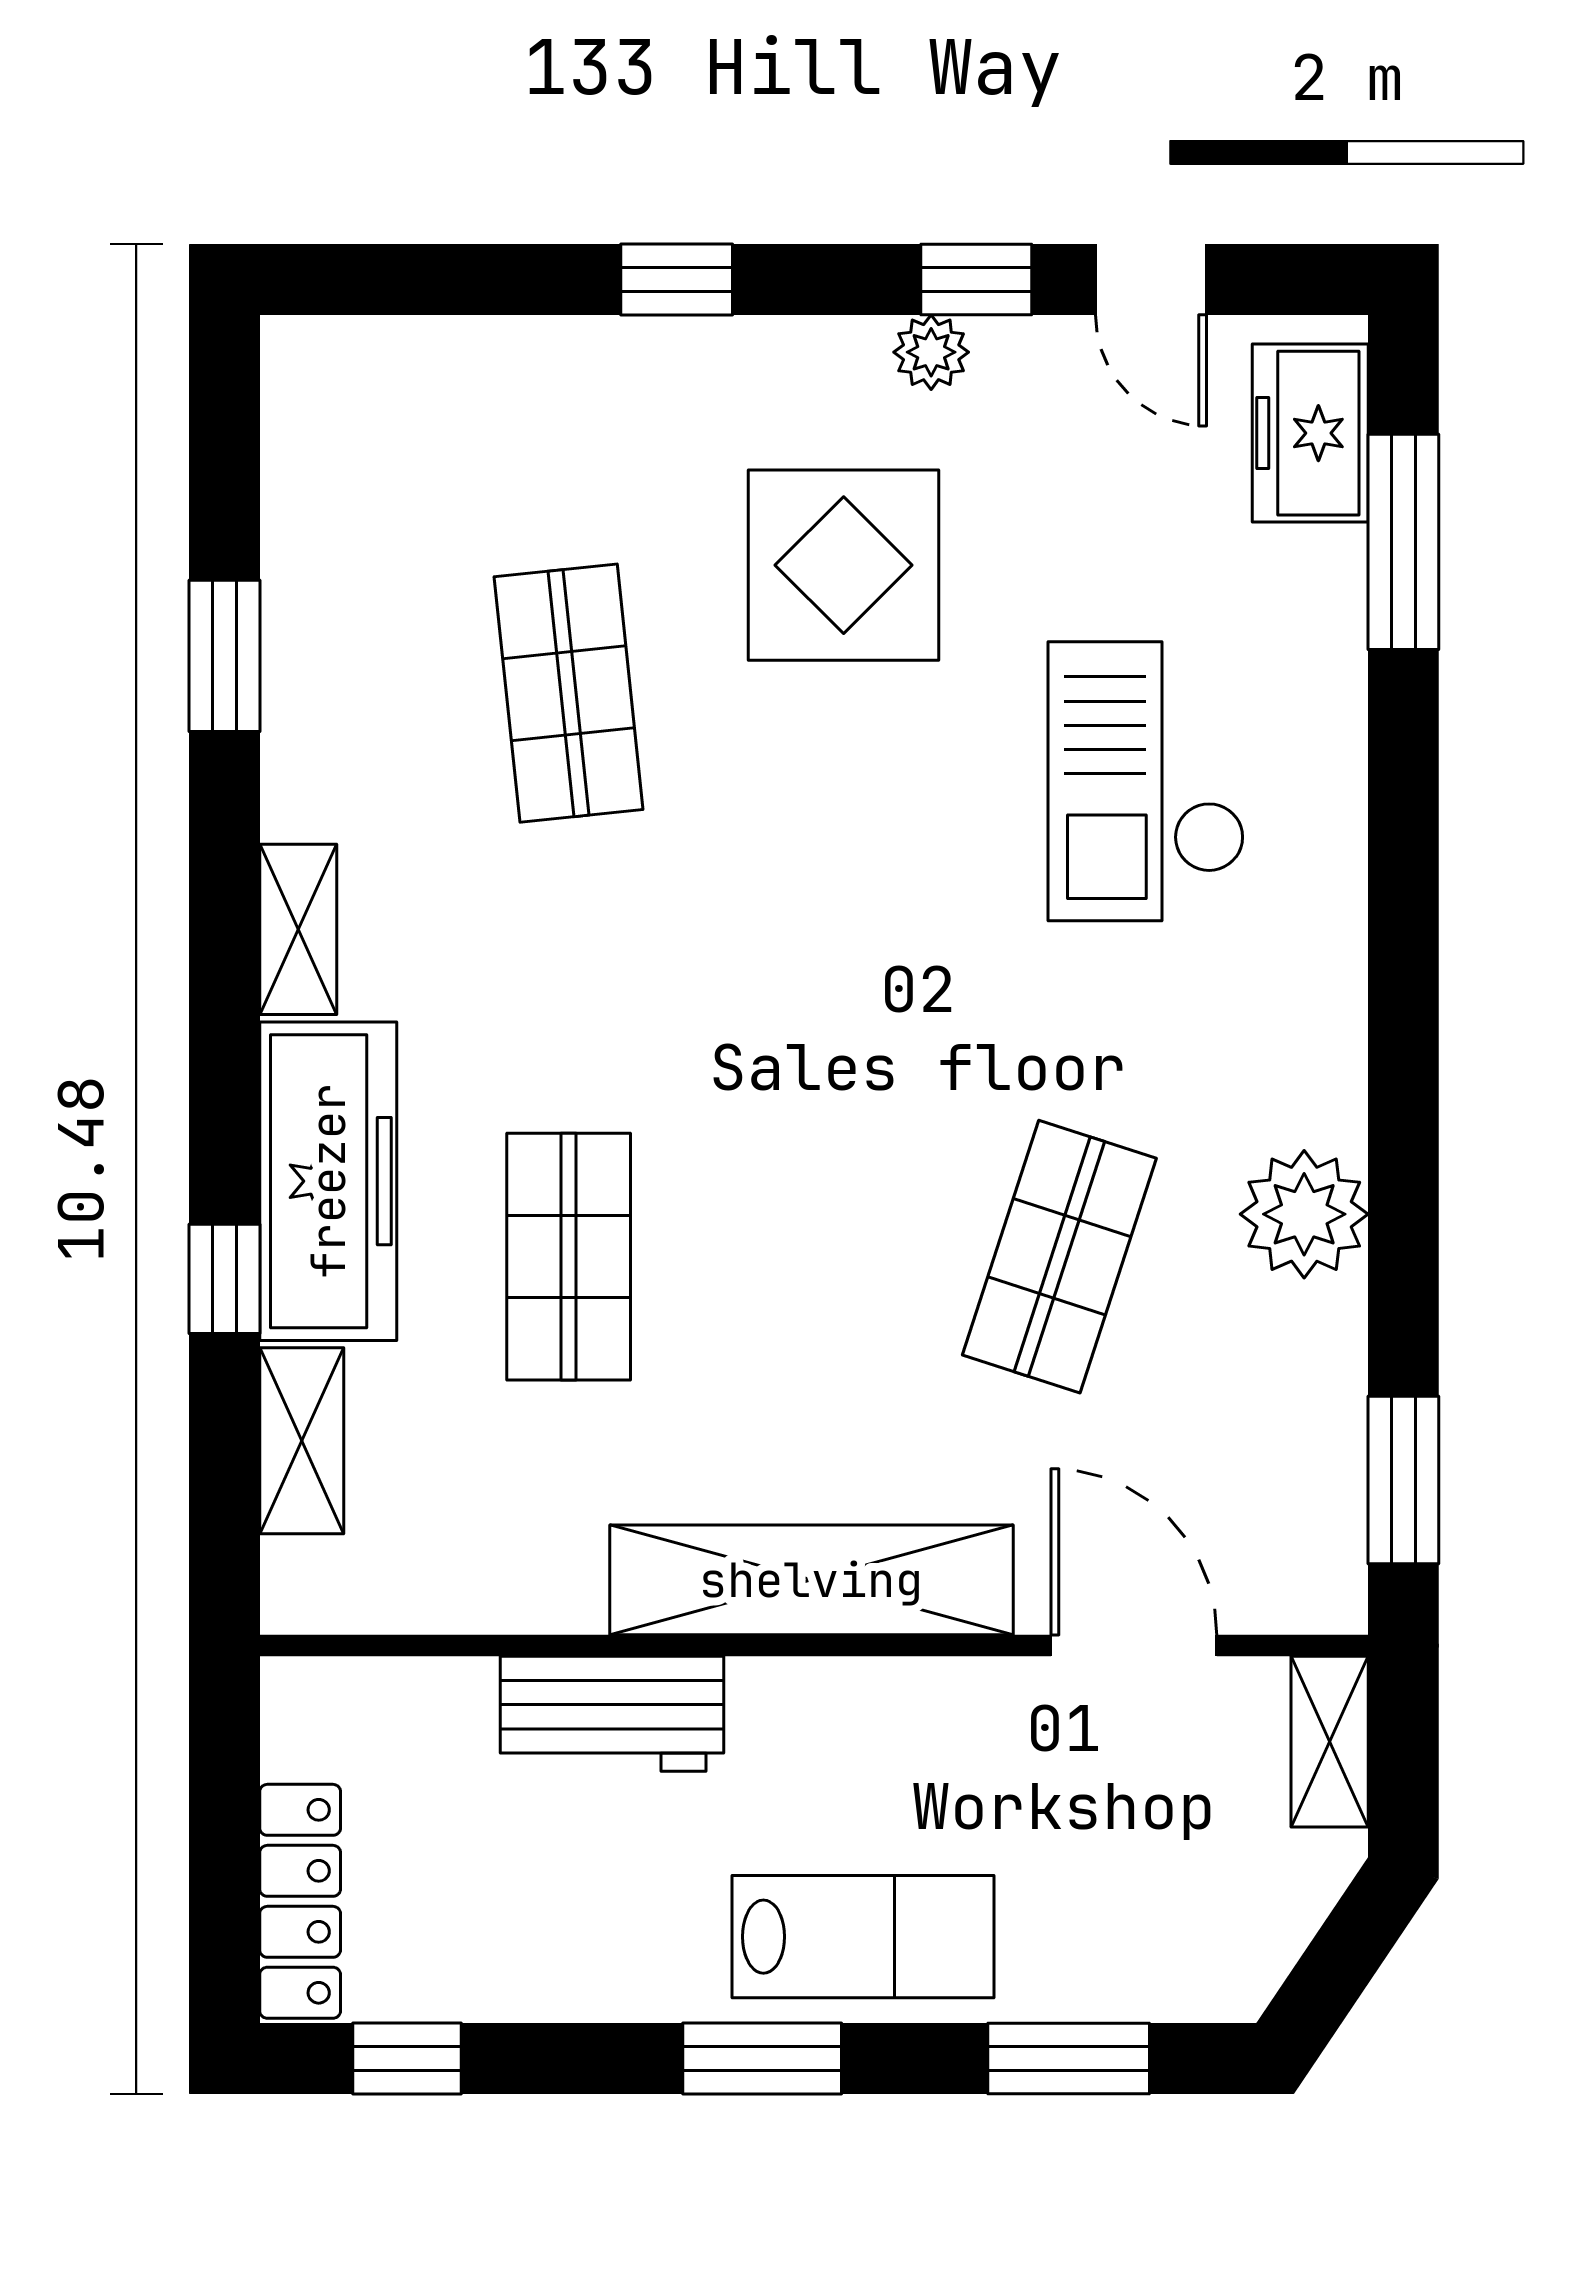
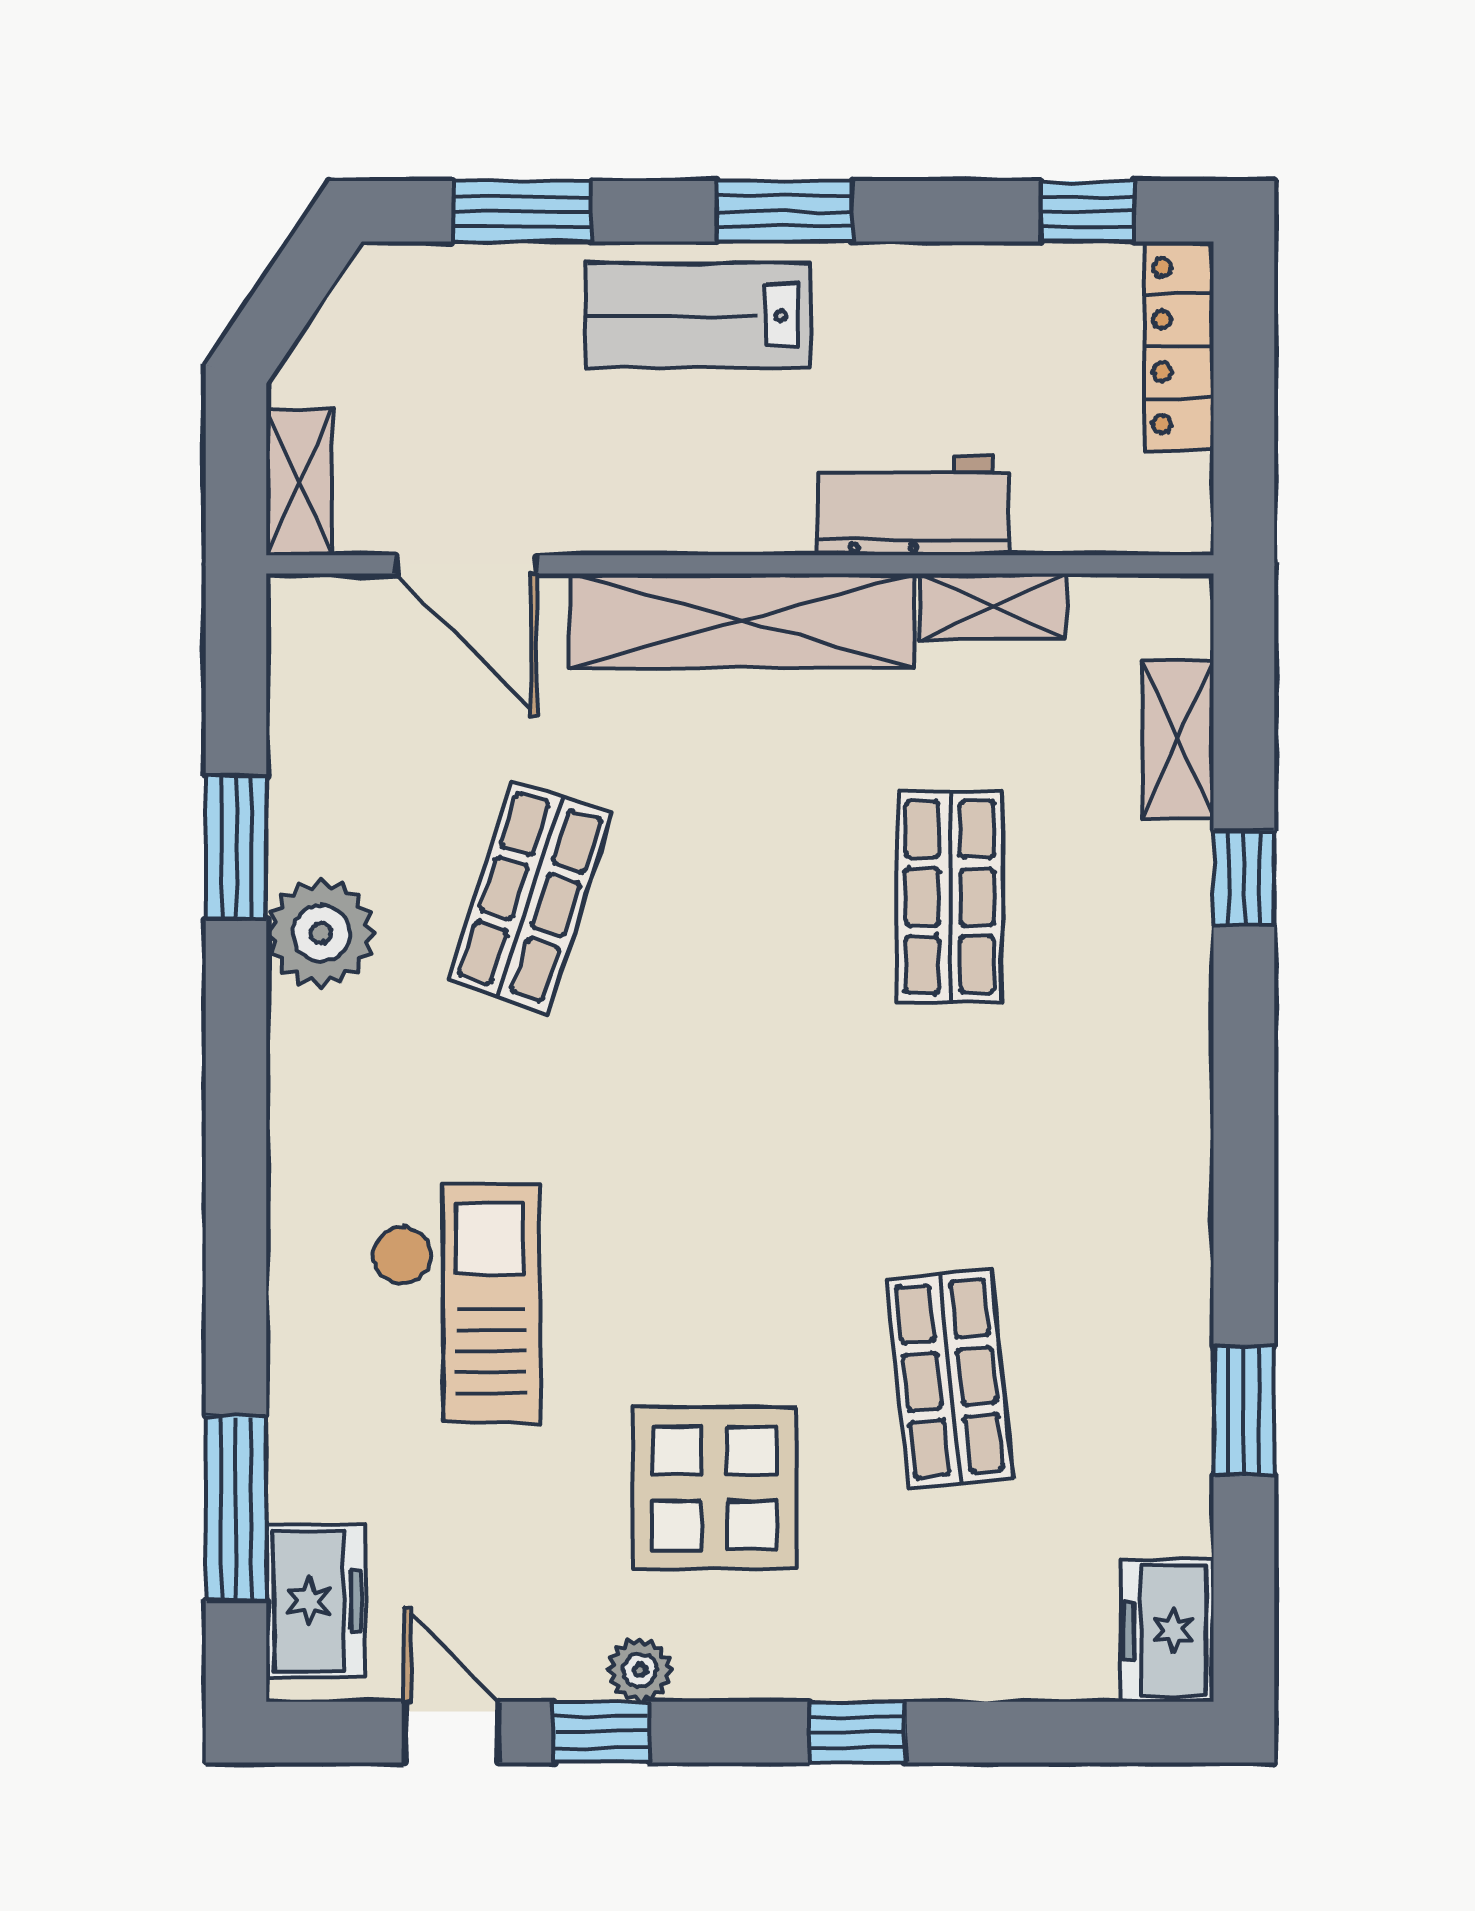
shelving: (298, 929) -> (993, 606), moved, turned 90
freezer: (328, 1181) -> (1167, 1631), moved, width x0.52, depth x0.79
window: (1403, 1480) -> (236, 847), moved

